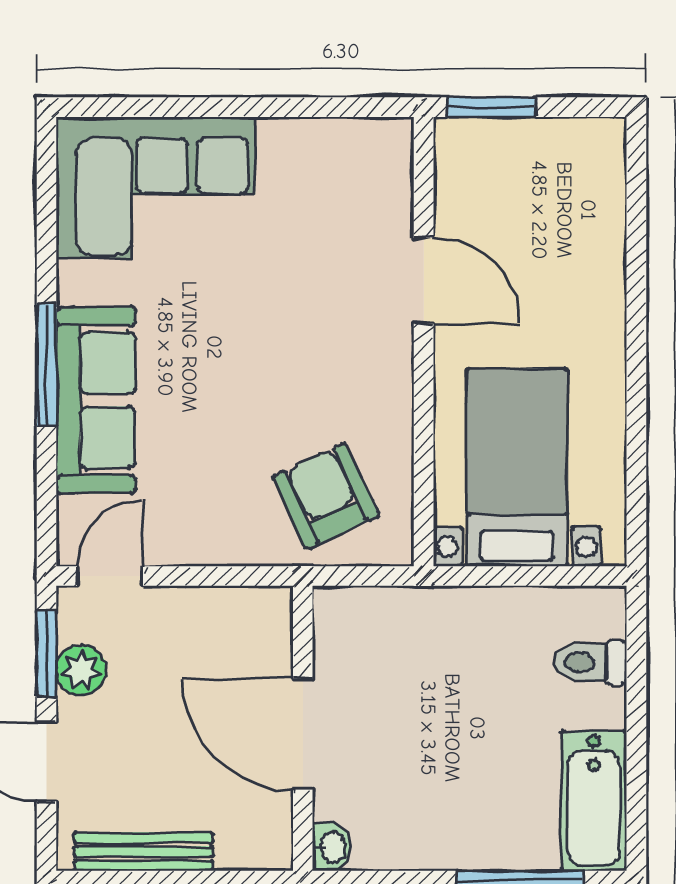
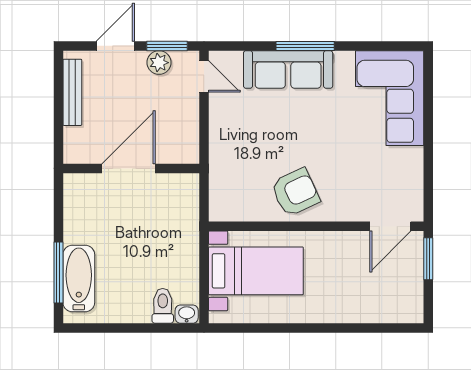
door: (424, 281) -> (390, 226), moved
armchair: (326, 496) -> (295, 192), moved
bathtub: (594, 801) -> (79, 279), moved, turned 90
washbasin: (332, 847) -> (187, 314), moved, turned 180

